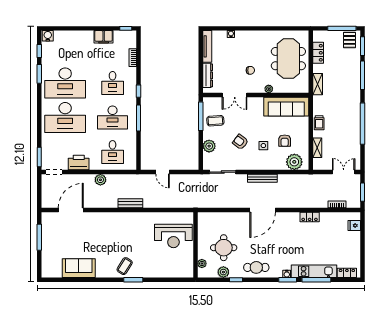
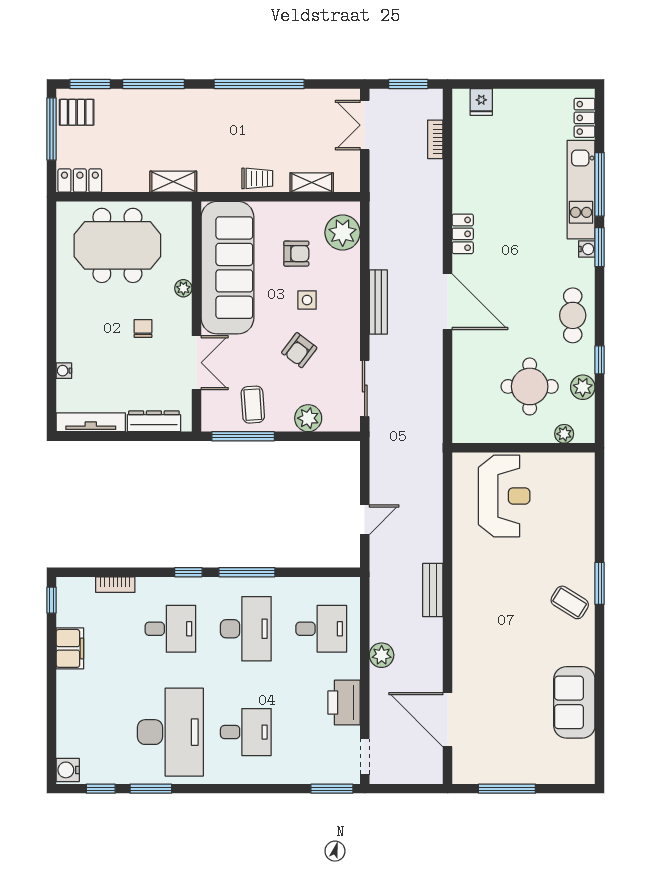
locker: (318, 53) -> (80, 181), moved
sofa: (286, 107) -> (227, 268), width x1.36, depth x1.27
desk: (65, 117) -> (246, 732), width x0.53, depth x0.77
locker: (310, 217) -> (463, 234), moved

